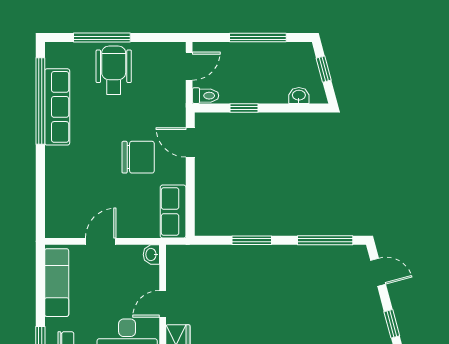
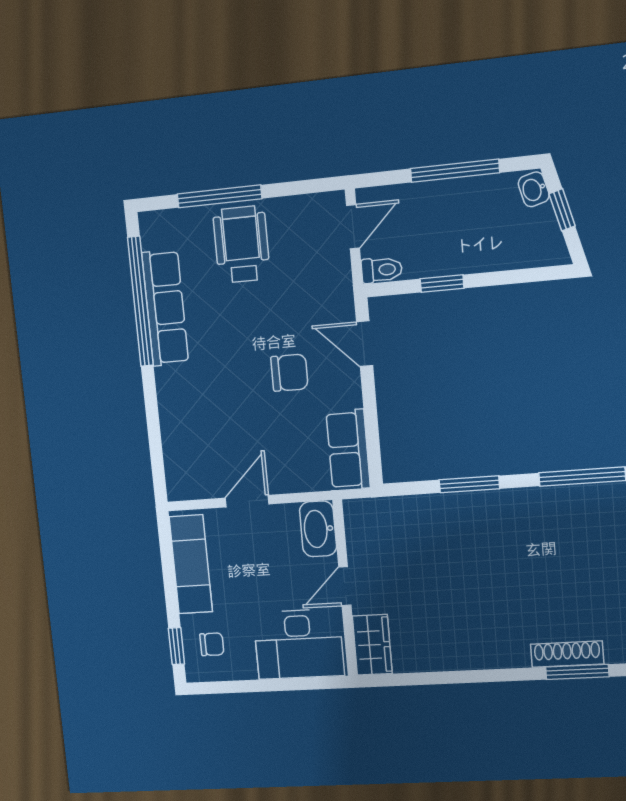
washbasin: (299, 96) -> (534, 189), moved, turned -105
chair: (138, 157) -> (289, 373), width x0.73, depth x0.73
washbasin: (151, 255) -> (318, 529), width x1.91, depth x1.45

